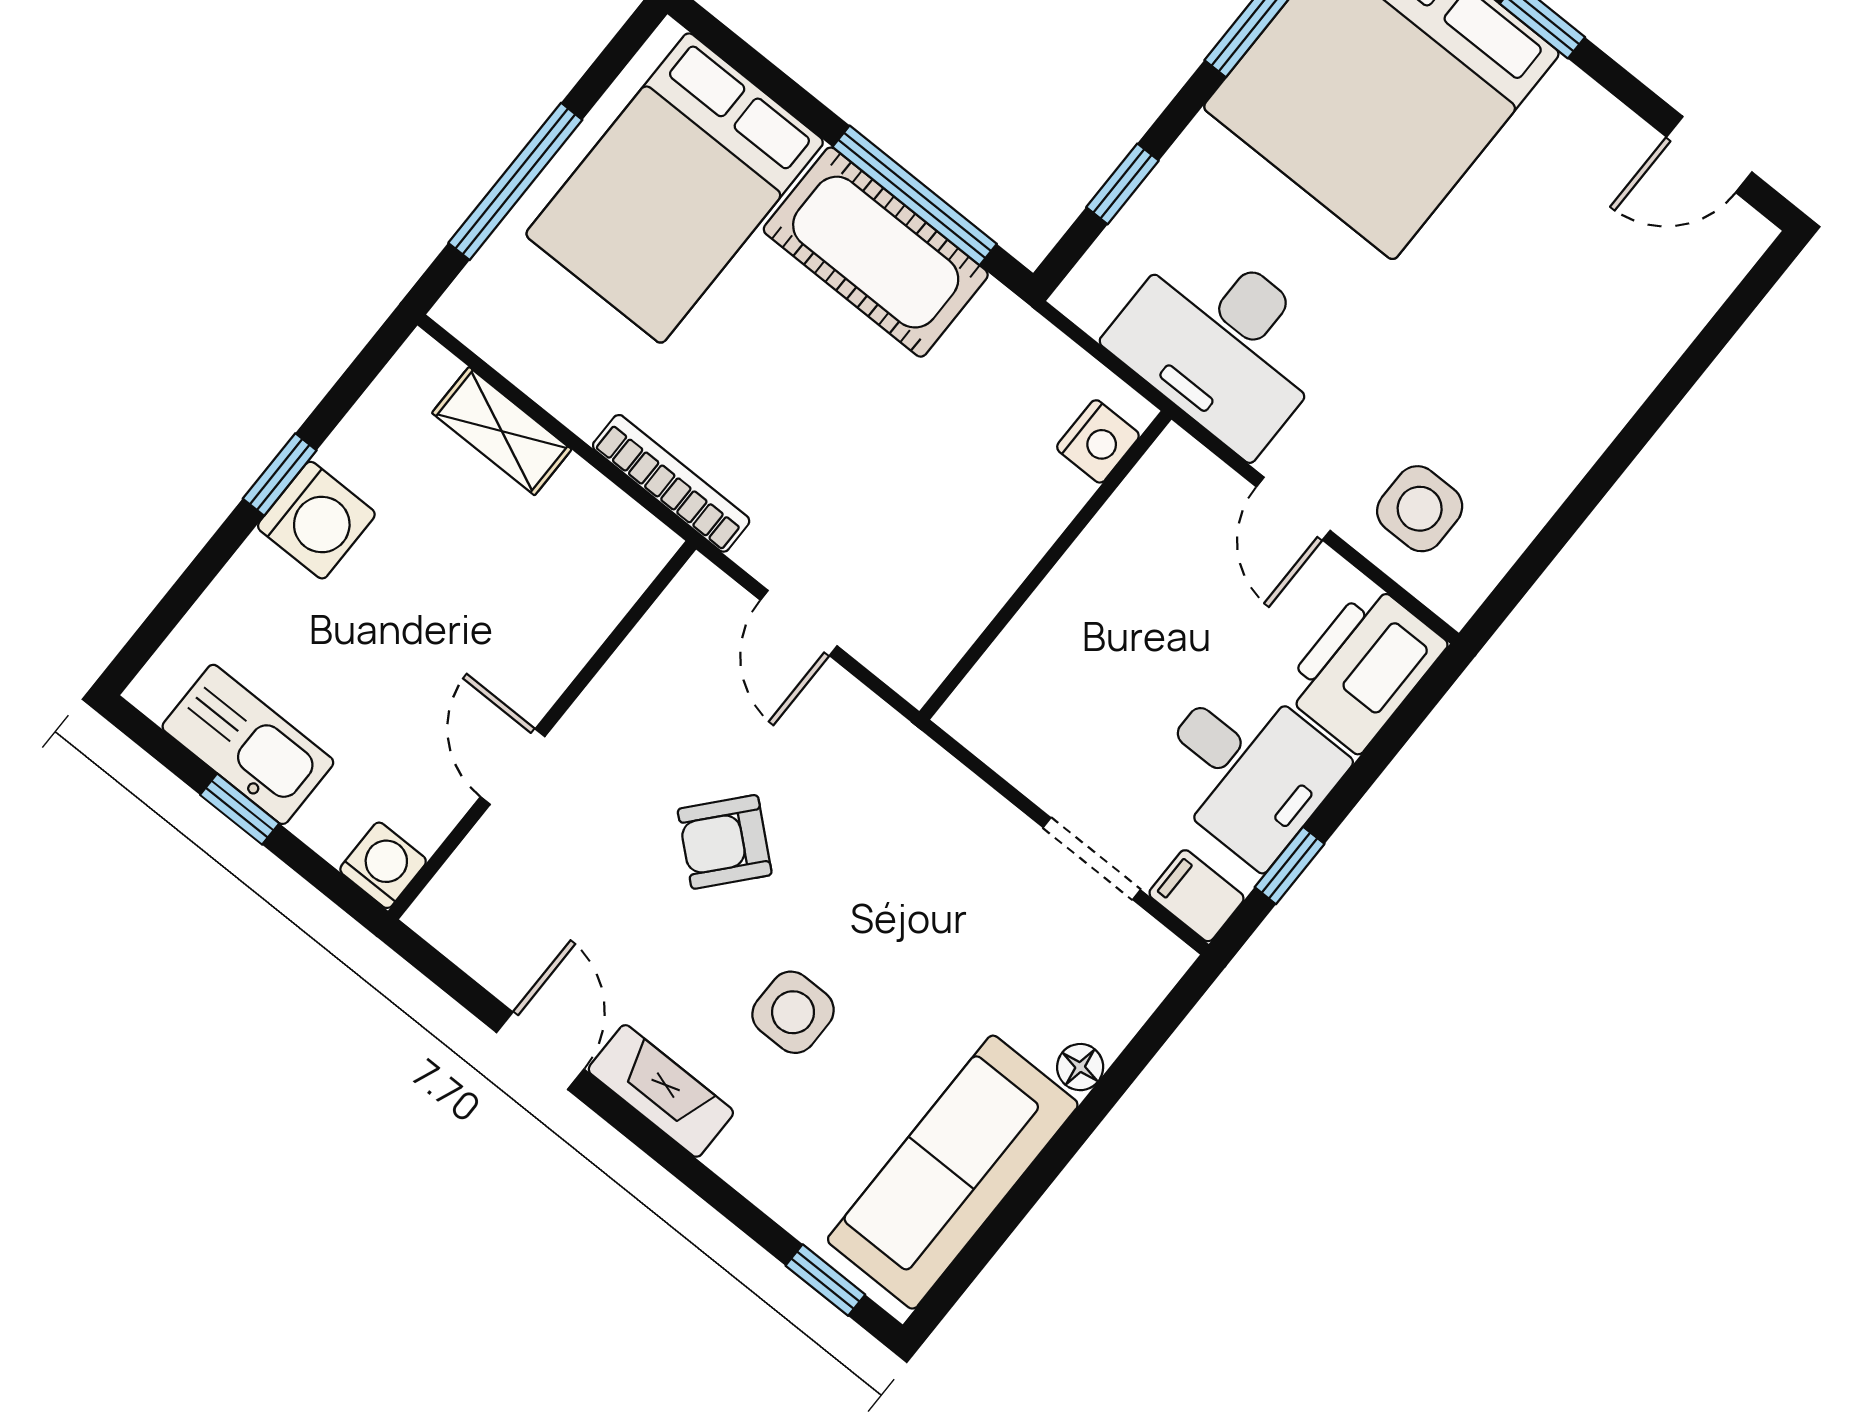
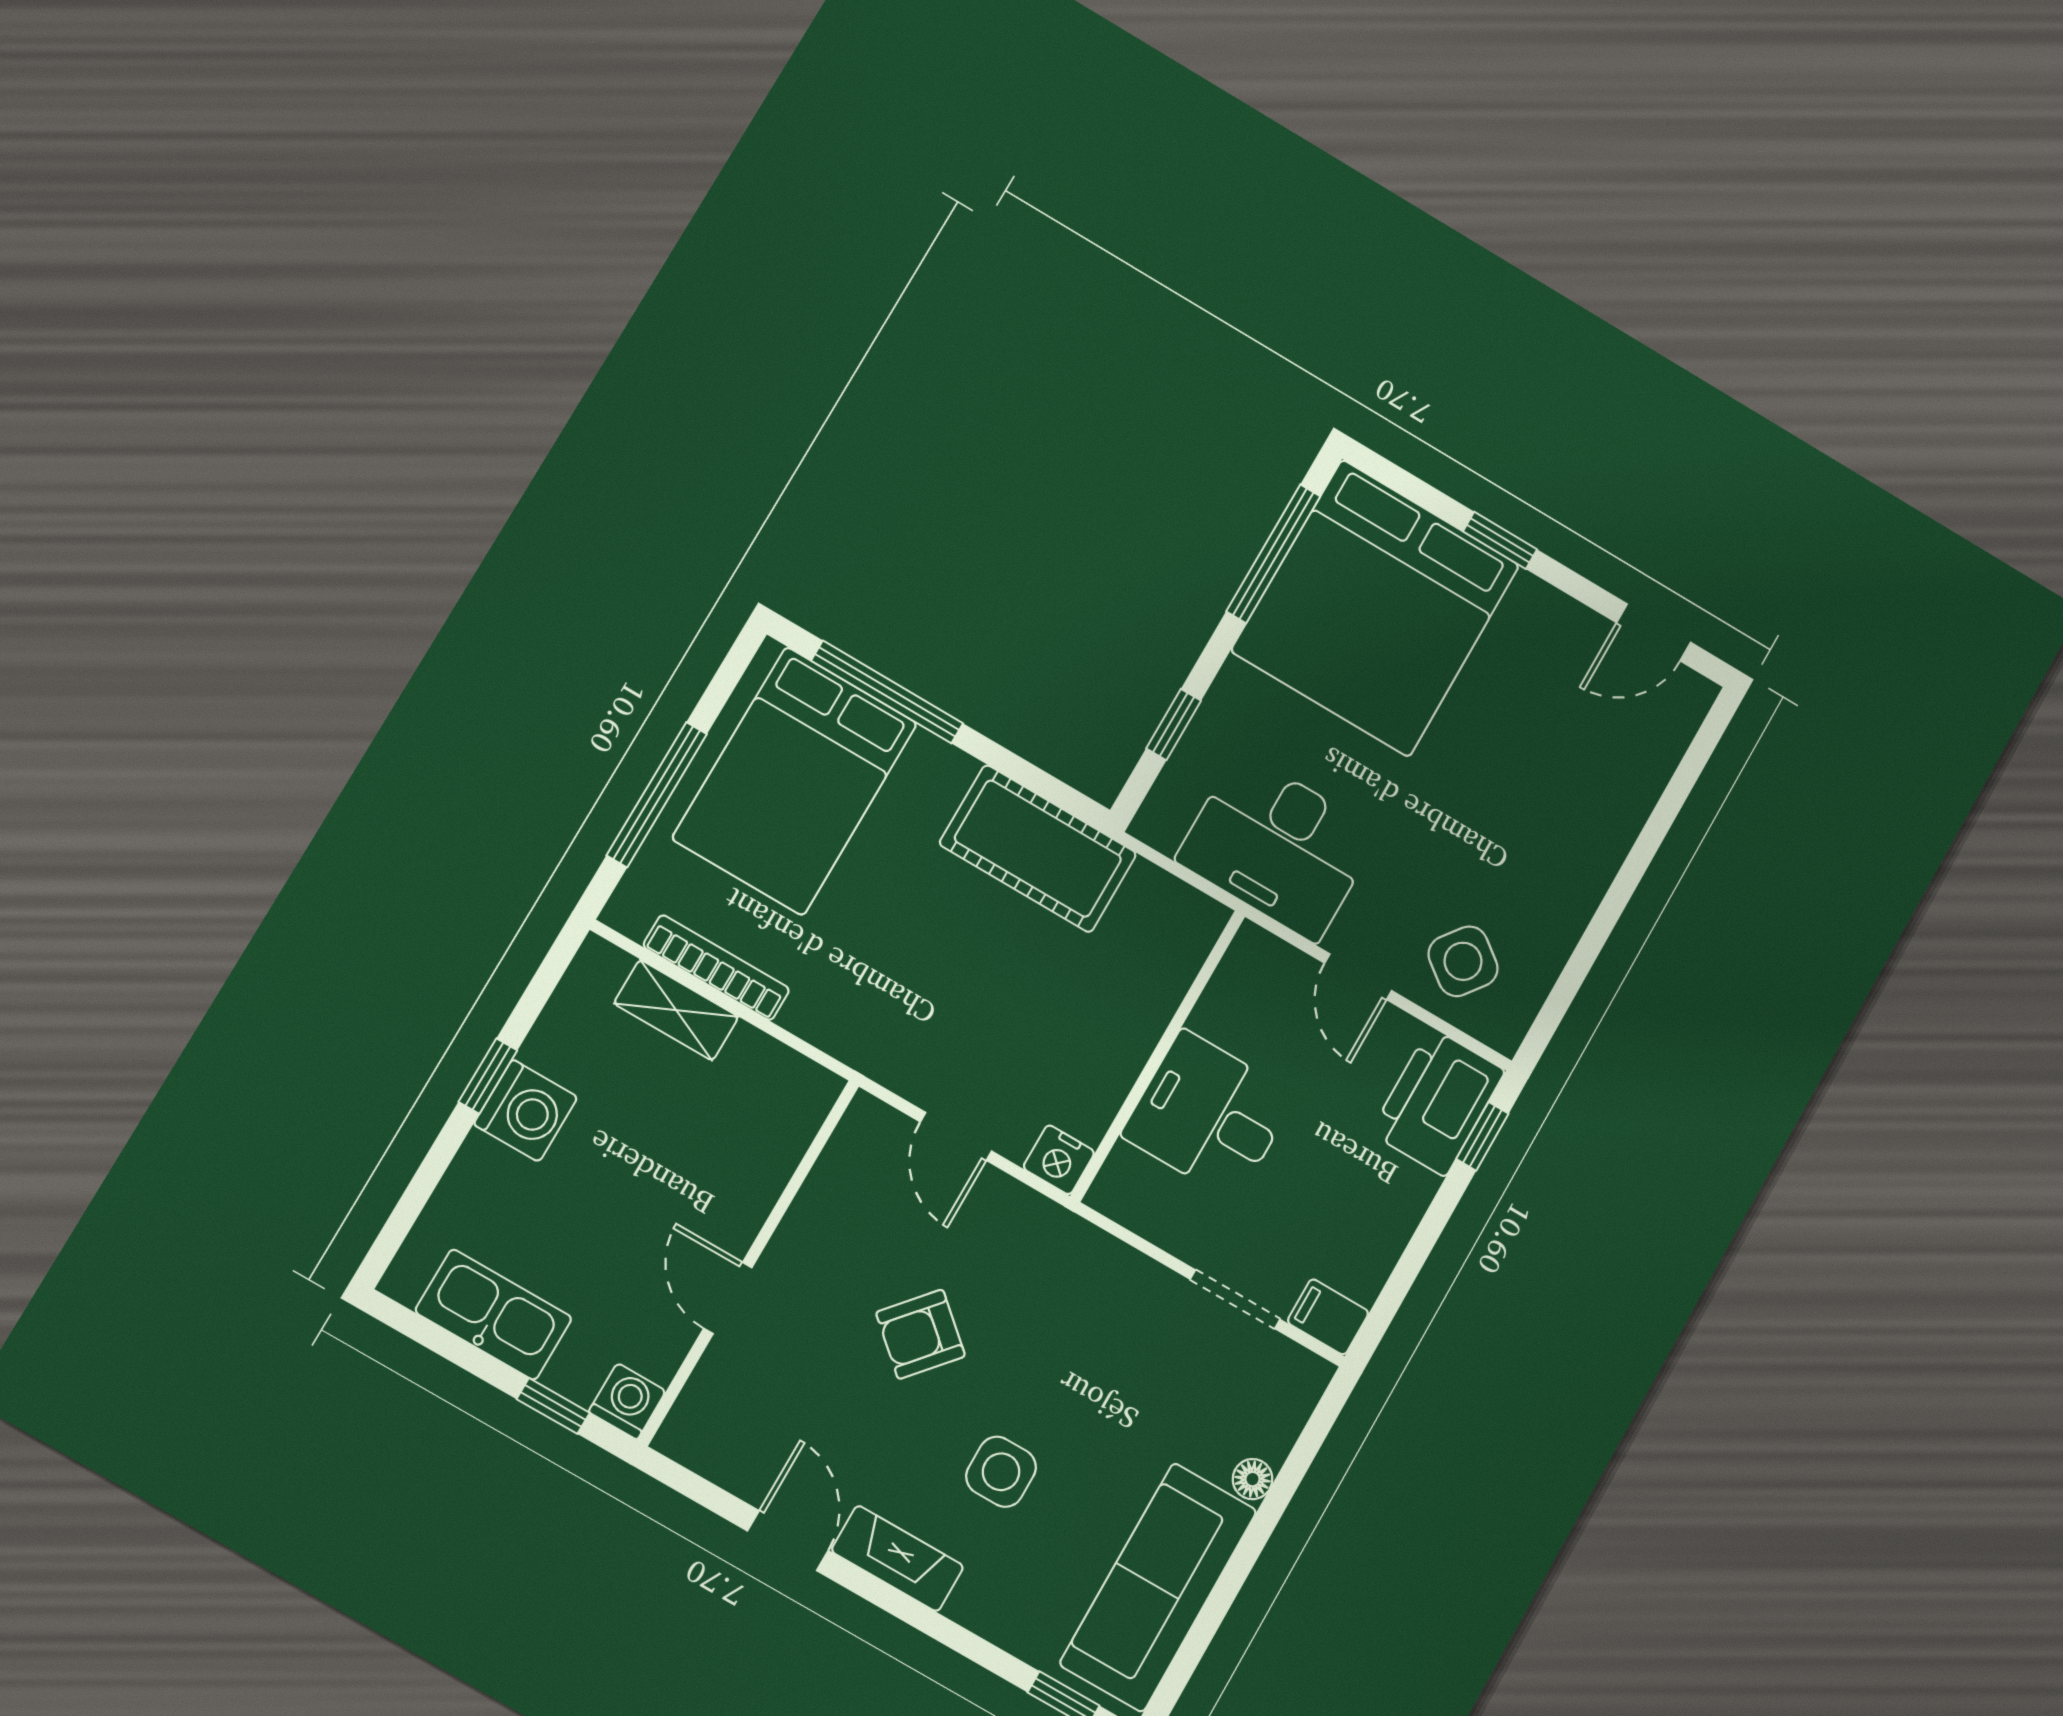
window: (915, 195) -> (887, 692), moved
cot: (876, 252) -> (1038, 849), moved
nightstand: (1098, 441) -> (1059, 1160), moved, turned 90
bookcase: (671, 483) -> (716, 968), moved
side table: (1420, 509) -> (1463, 961), turned 37
desk: (1248, 769) -> (1209, 1115), moved, turned 180
window: (240, 809) -> (553, 1406), moved
window: (1290, 865) -> (1482, 1136), moved

